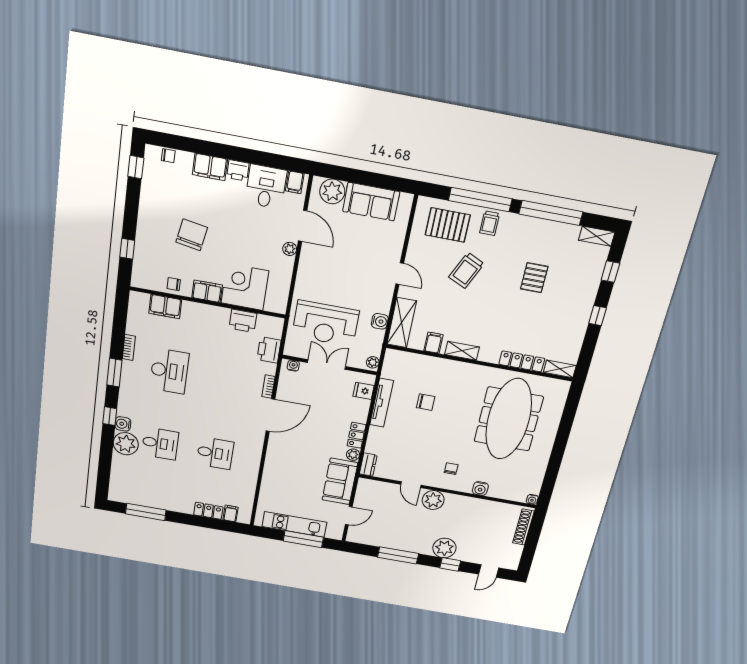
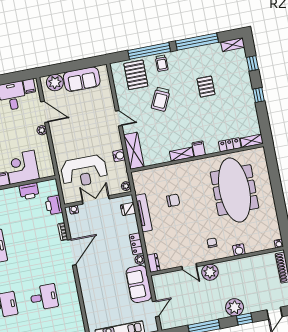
pallet: (448, 225) -> (136, 75), turned 90
filing cabinet: (433, 343) -> (199, 149), moved
locker: (522, 361) -> (230, 145), width x0.66

